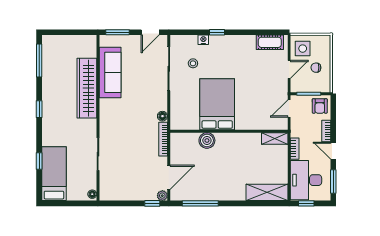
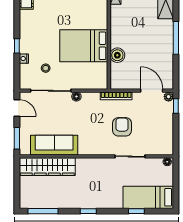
wardrobe: (87, 88) -> (47, 167), moved
floor lamp: (162, 116) -> (76, 97), moved
armchair: (130, 145) -> (122, 127), added
window: (200, 203) -> (176, 38), moved

